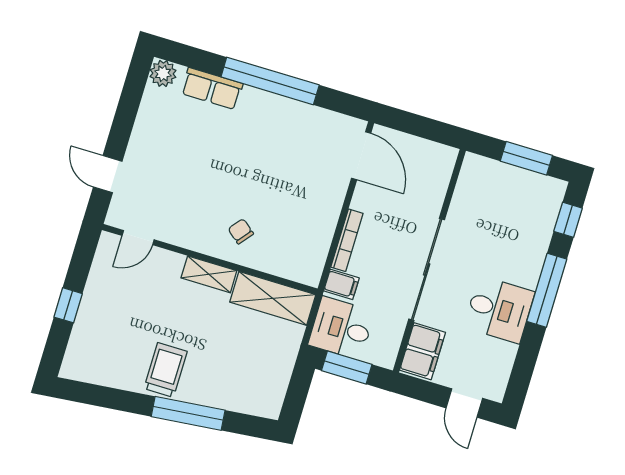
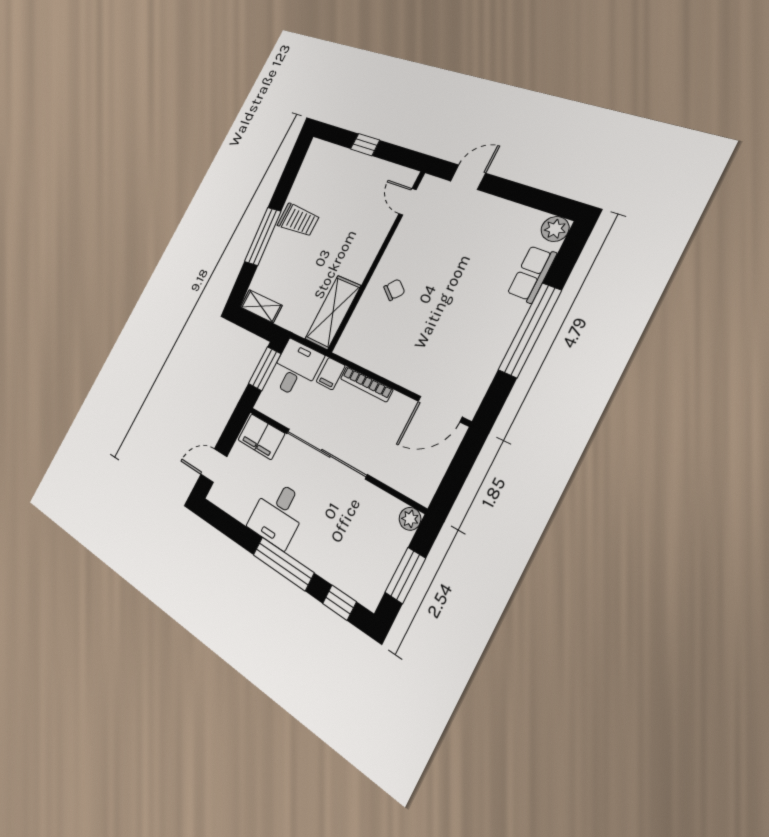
plant: (473, 165) -> (410, 519), added
shelving: (209, 274) -> (261, 306), moved, turned 90

